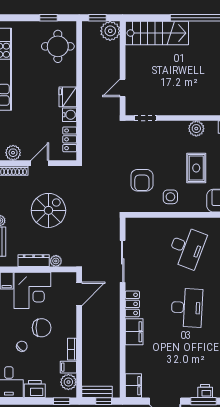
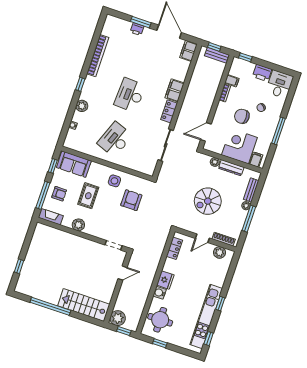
water cooler: (70, 115) -> (160, 293), moved
plant: (68, 382) -> (236, 70), removed

